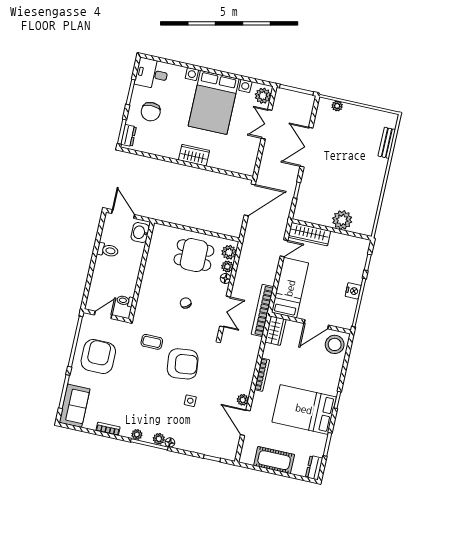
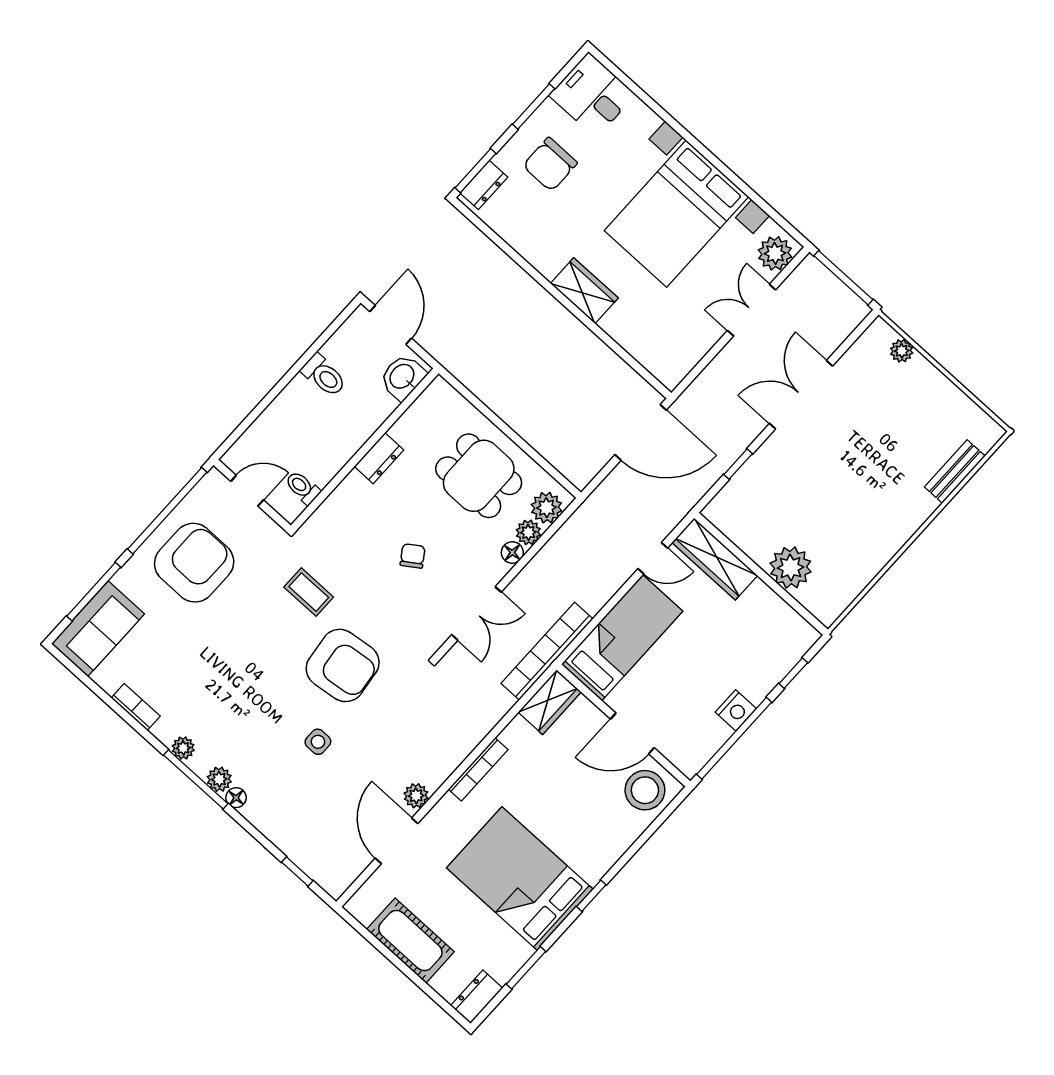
dresser: (149, 271) -> (379, 458), added

